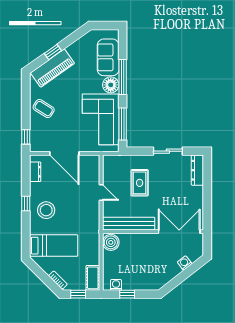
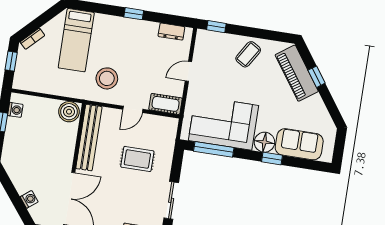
window: (123, 77) -> (272, 158), width x0.46
door: (64, 153) -> (188, 71), width x0.53
stool: (46, 210) -> (107, 78), moved
cot: (93, 278) -> (166, 104), moved

